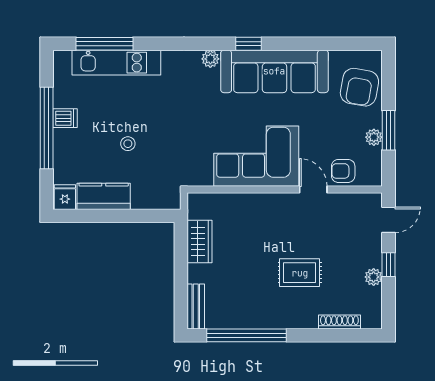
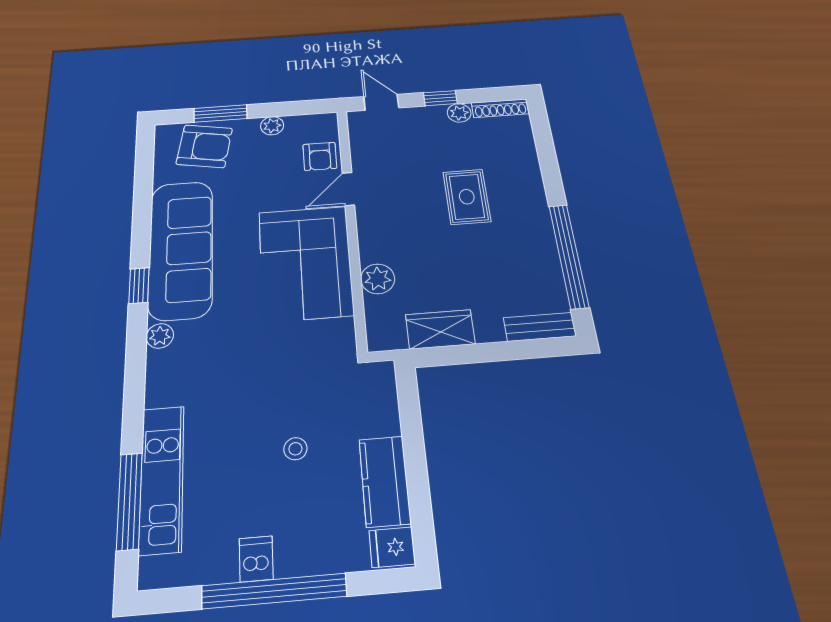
window: (389, 130) -> (220, 113), moved
plant: (240, 204) -> (378, 279), added
shoe rack: (339, 322) -> (500, 108), moved, turned -90

